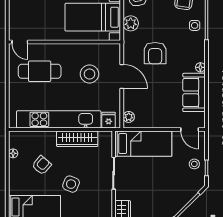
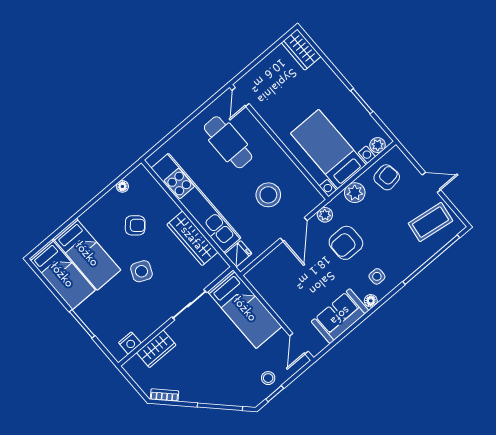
side table: (195, 25) -> (377, 276), moved
plant: (129, 117) -> (325, 215), moved

